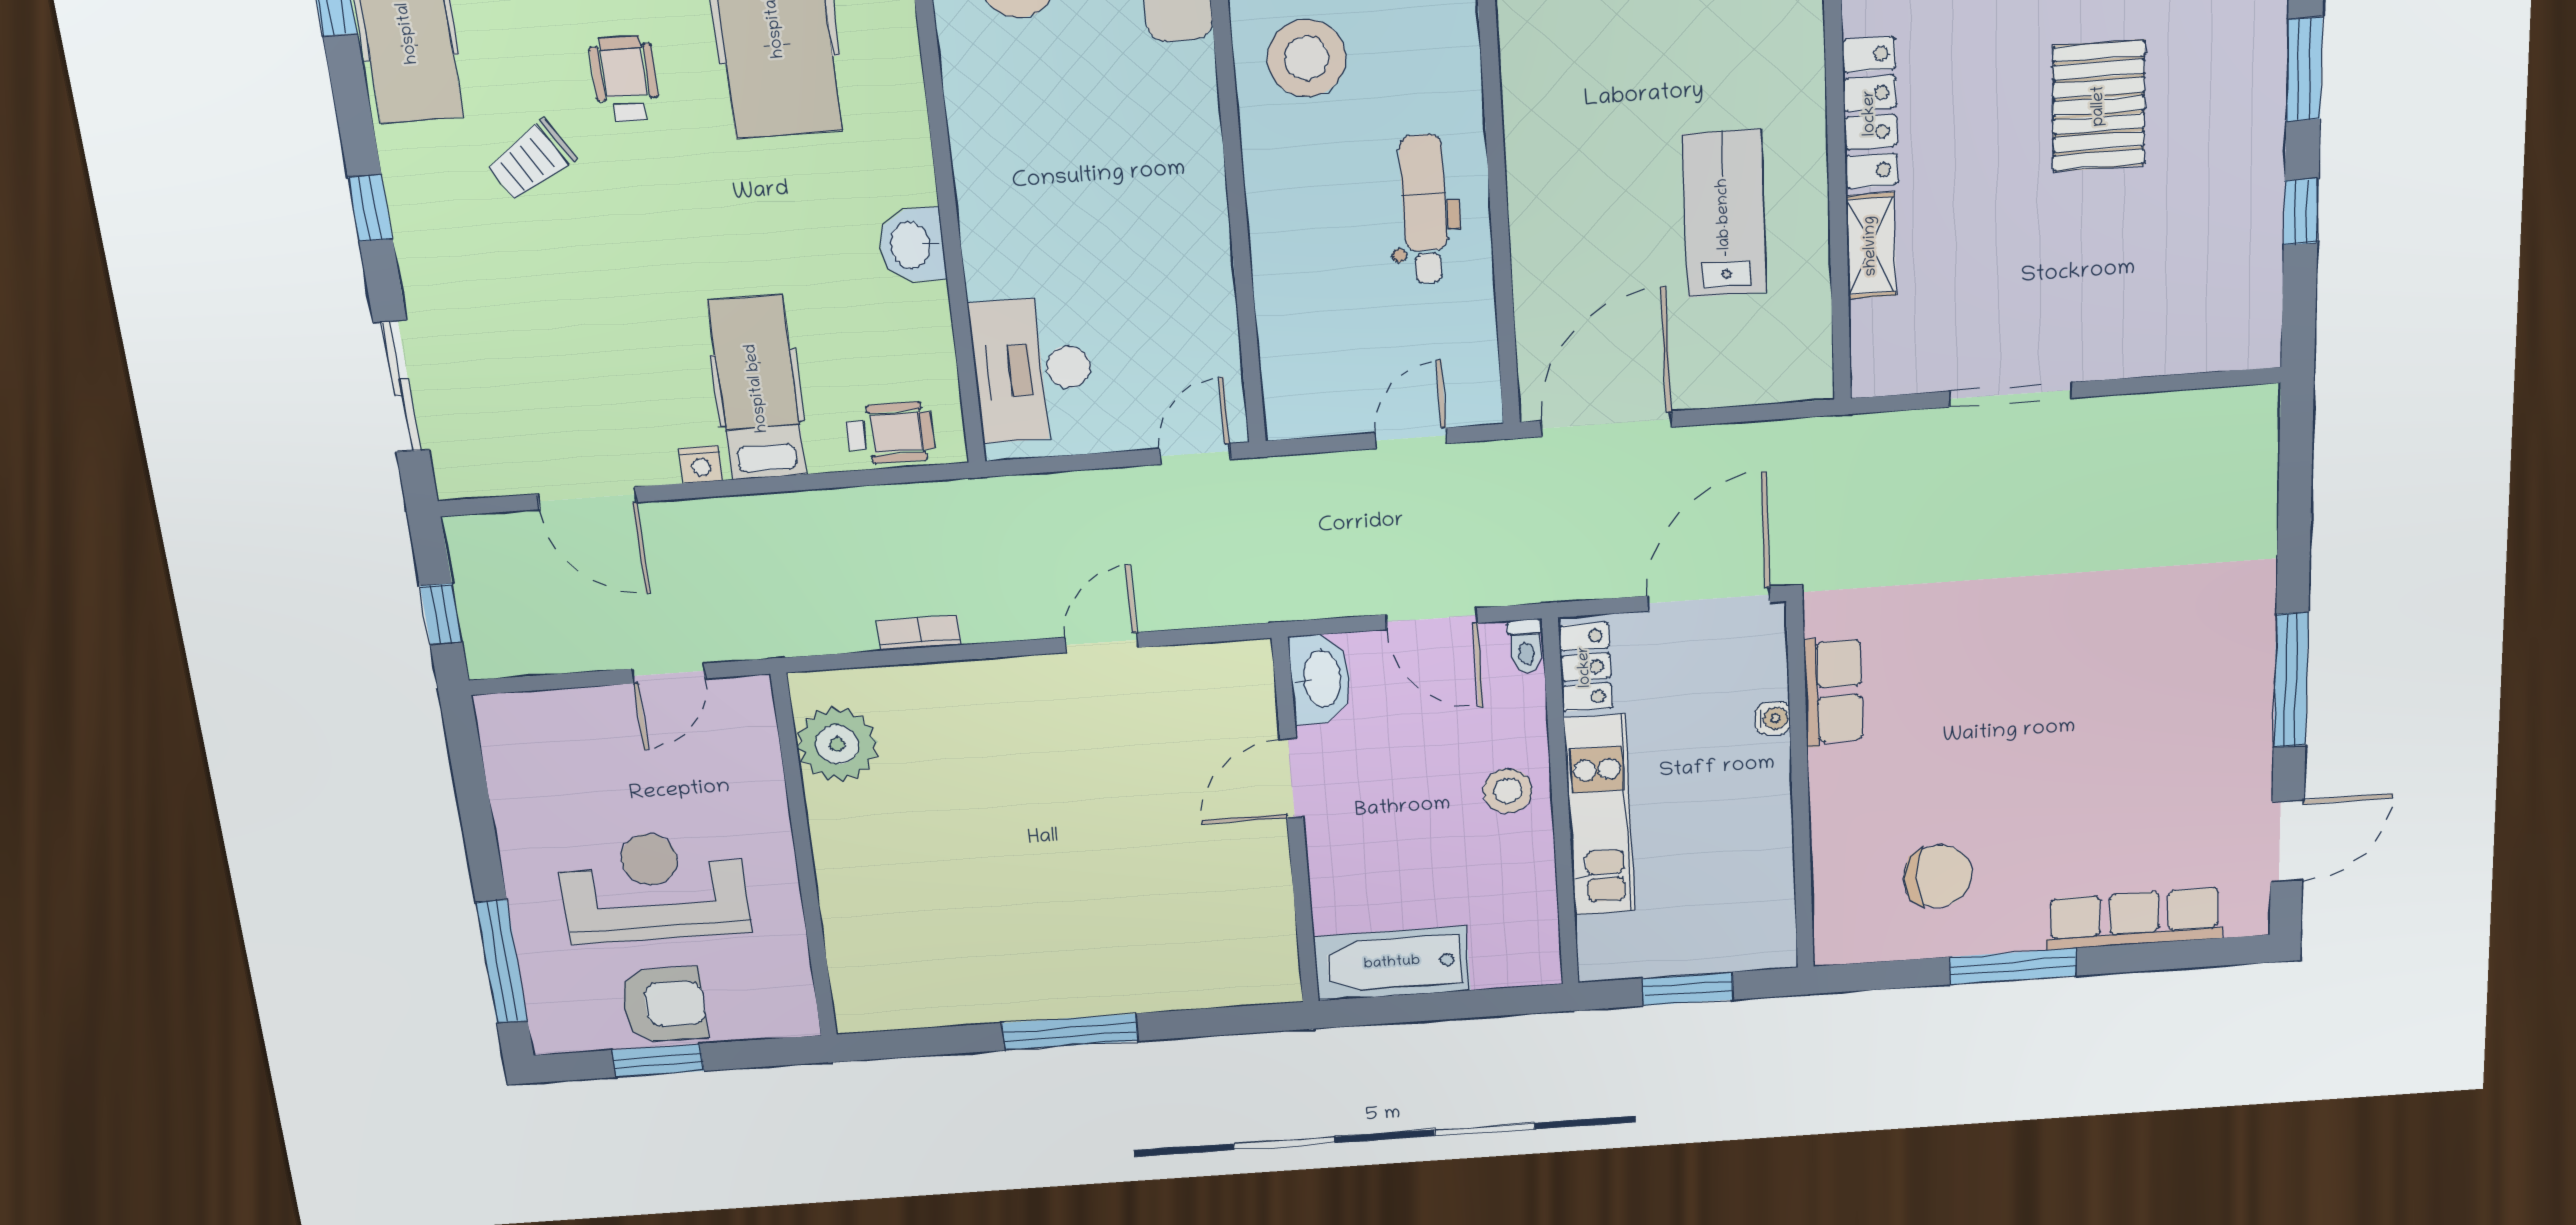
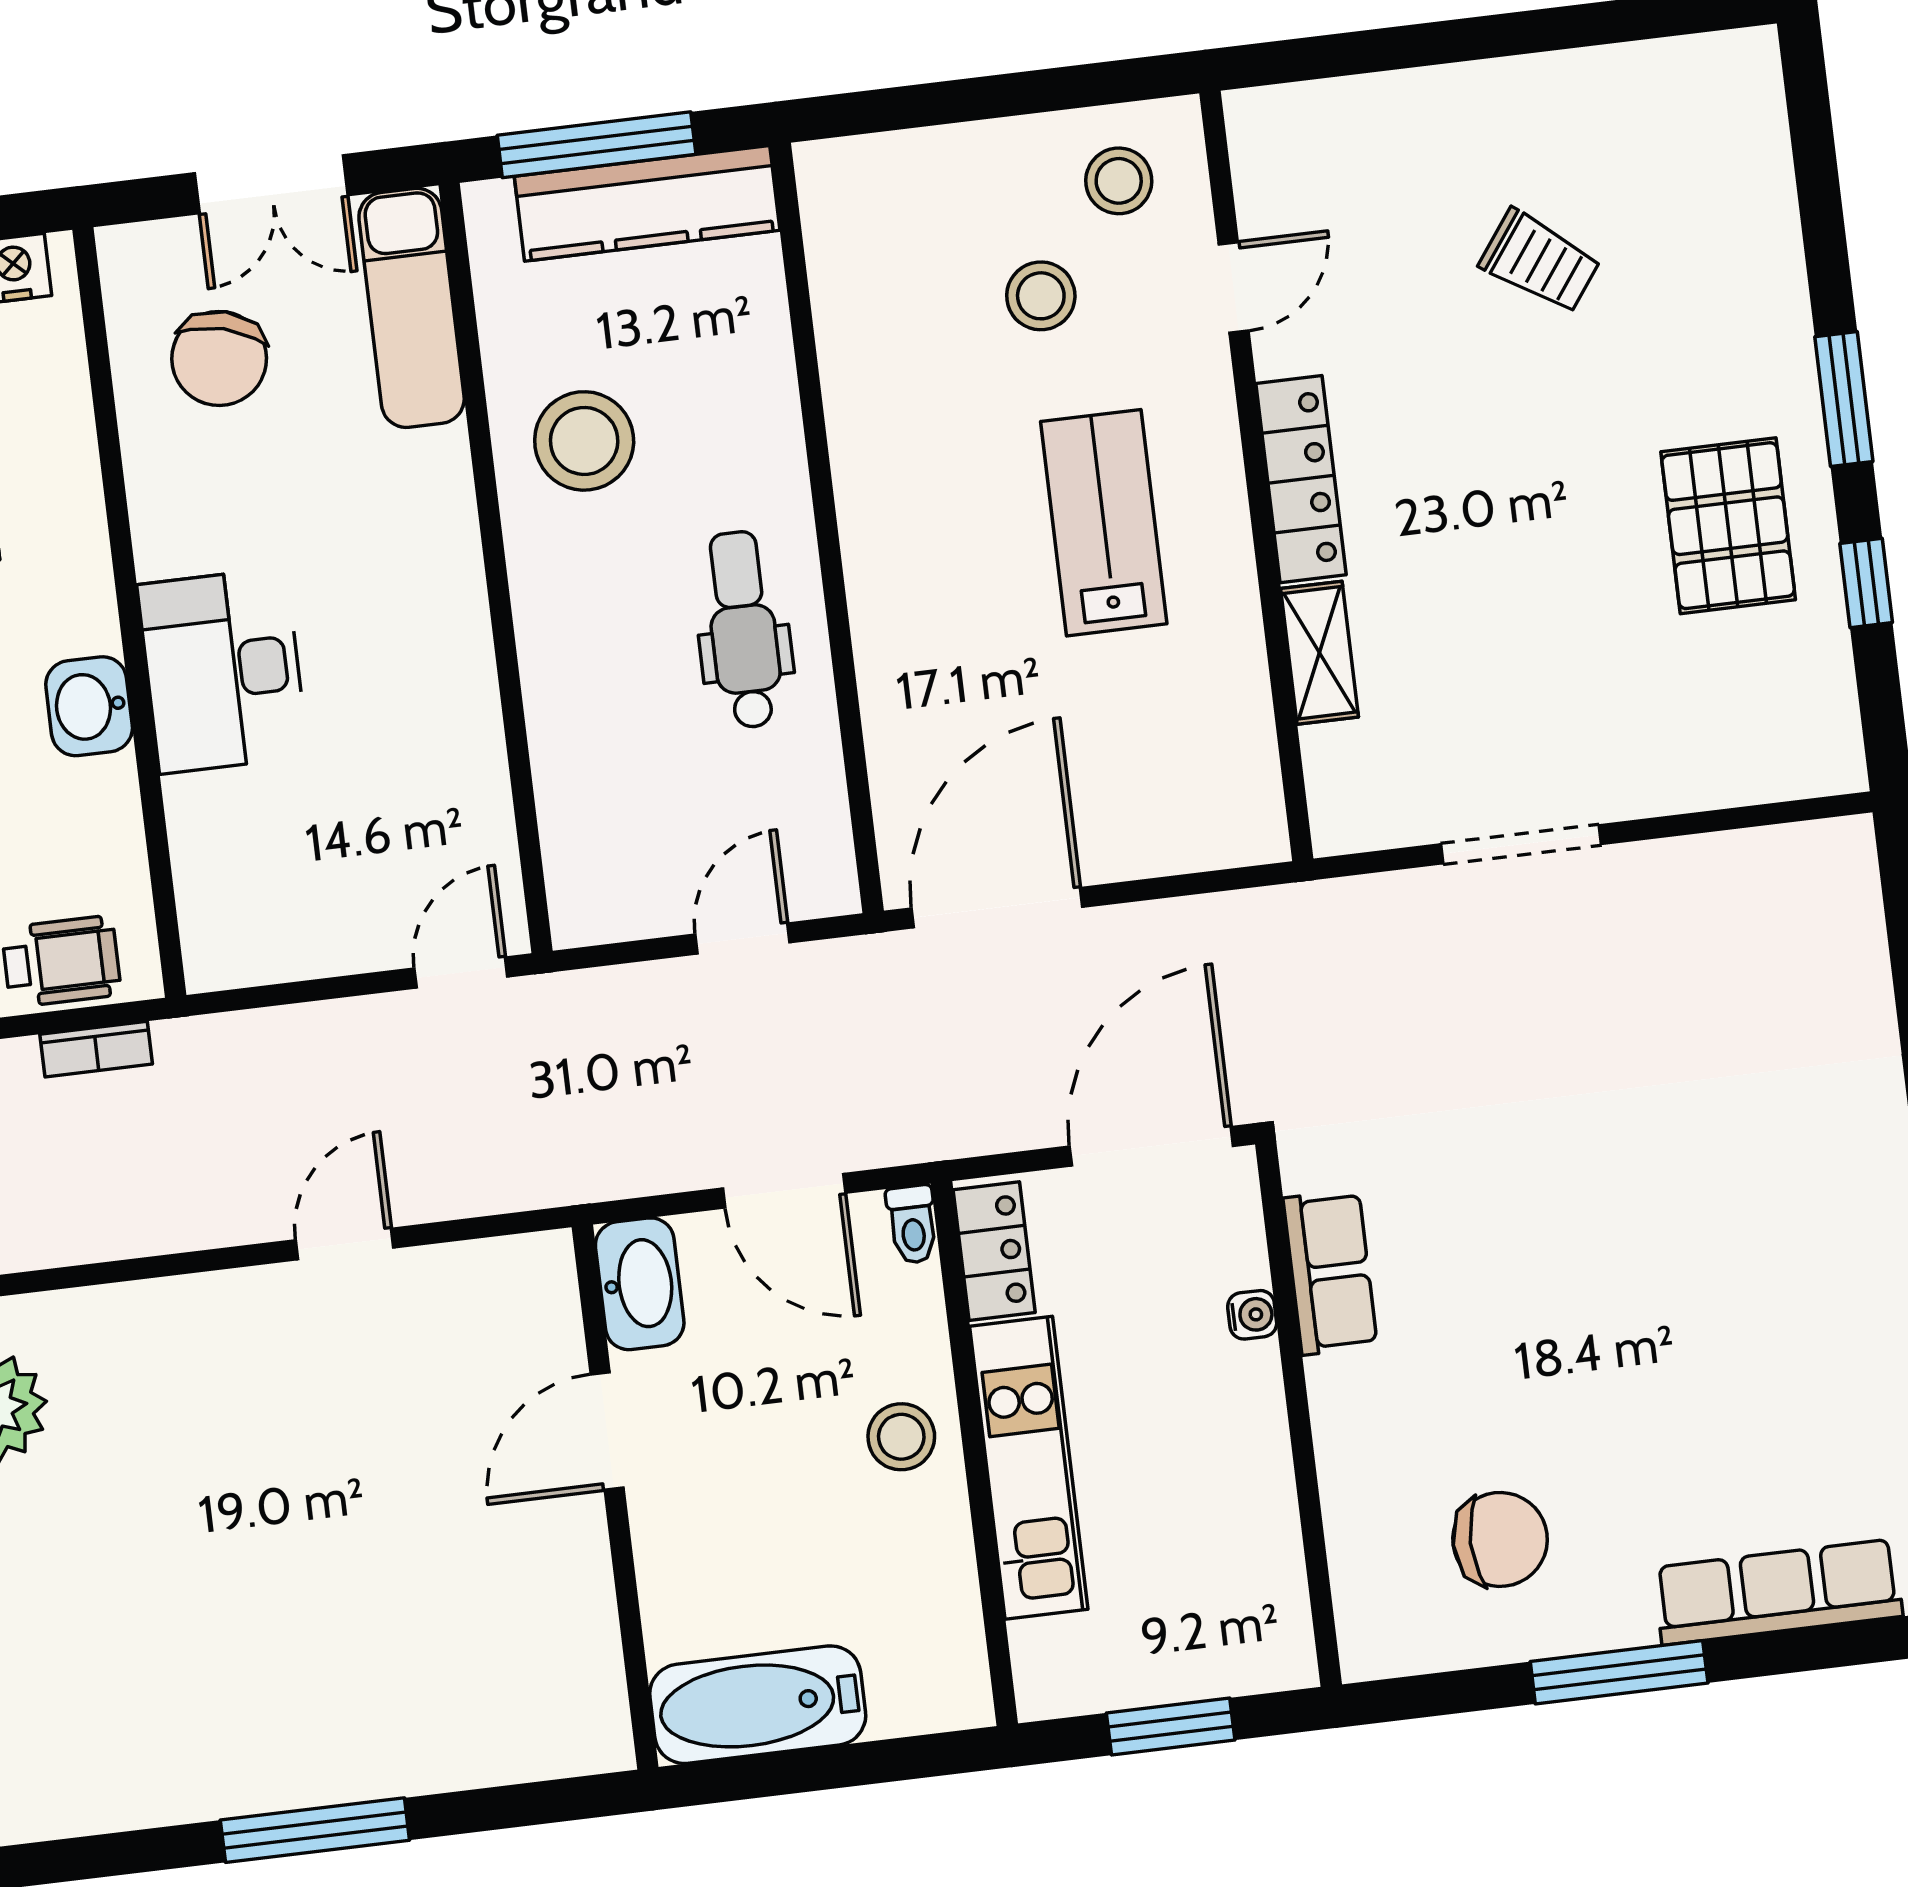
pallet: (2099, 106) -> (1728, 526), moved
lab bench: (1724, 214) -> (1104, 523), moved
desk: (1033, 369) -> (223, 671), moved
bookcase: (919, 633) -> (96, 1049), moved, turned 180

